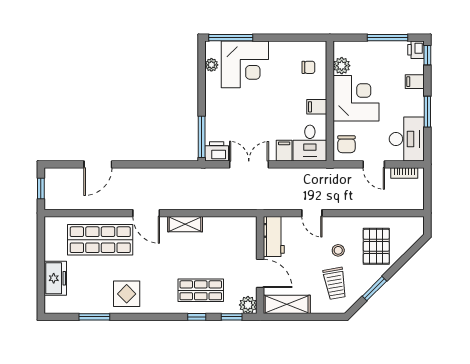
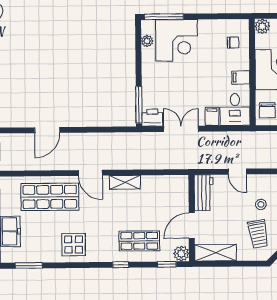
plant: (342, 66) -> (262, 26), moved
door: (260, 273) -> (192, 226), swing flipped
window: (94, 317) -> (29, 266), moved
window: (197, 317) -> (121, 265), moved

